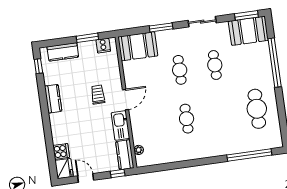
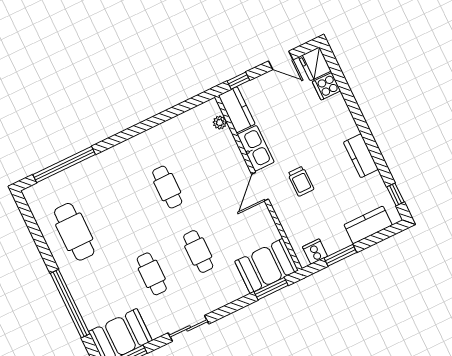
window: (161, 27) -> (271, 289), moved

